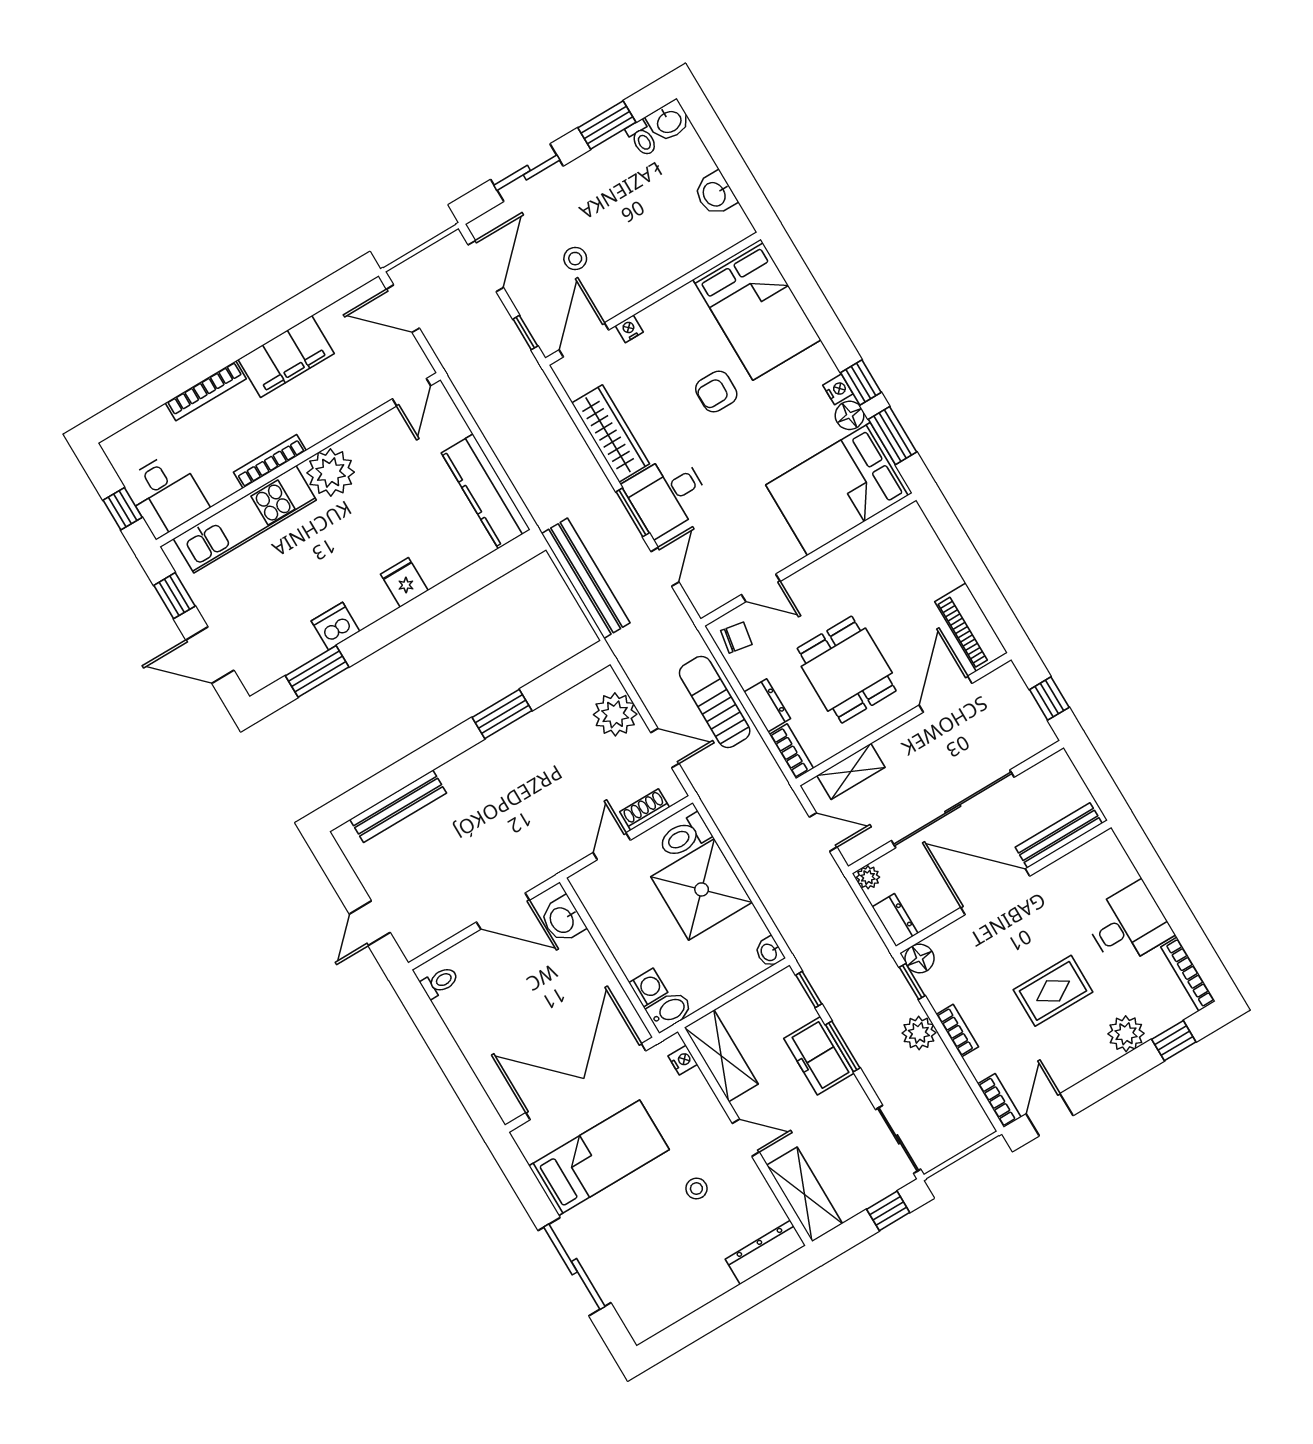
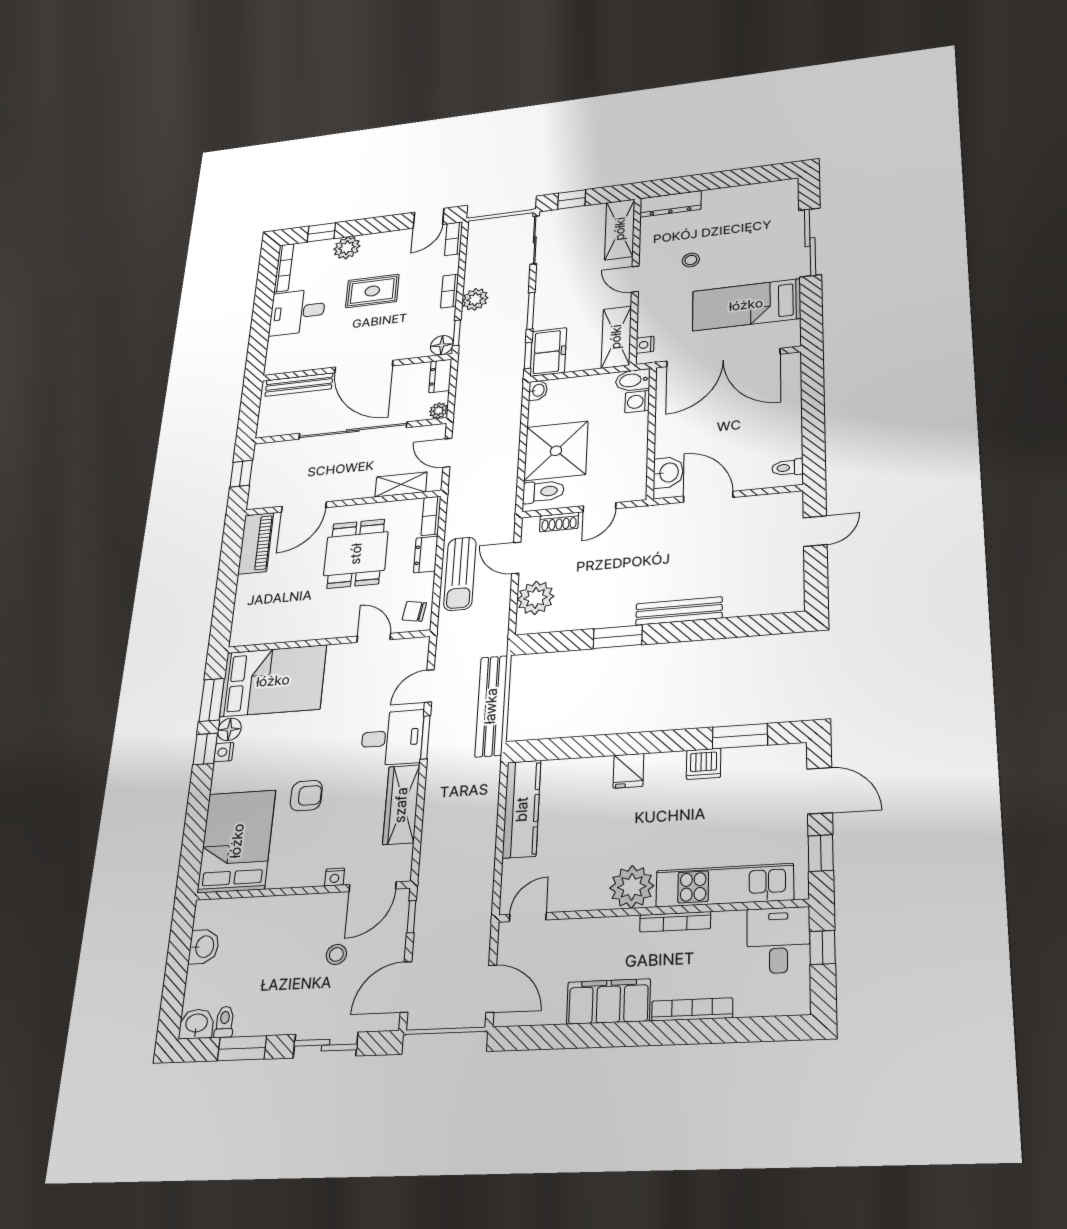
bench: (398, 806) -> (679, 611), moved
freezer: (819, 1056) -> (548, 352), moved

